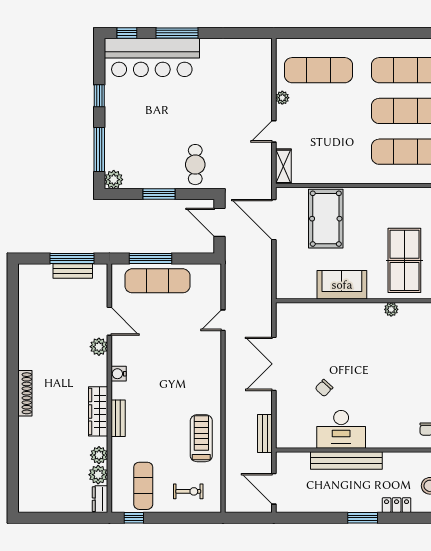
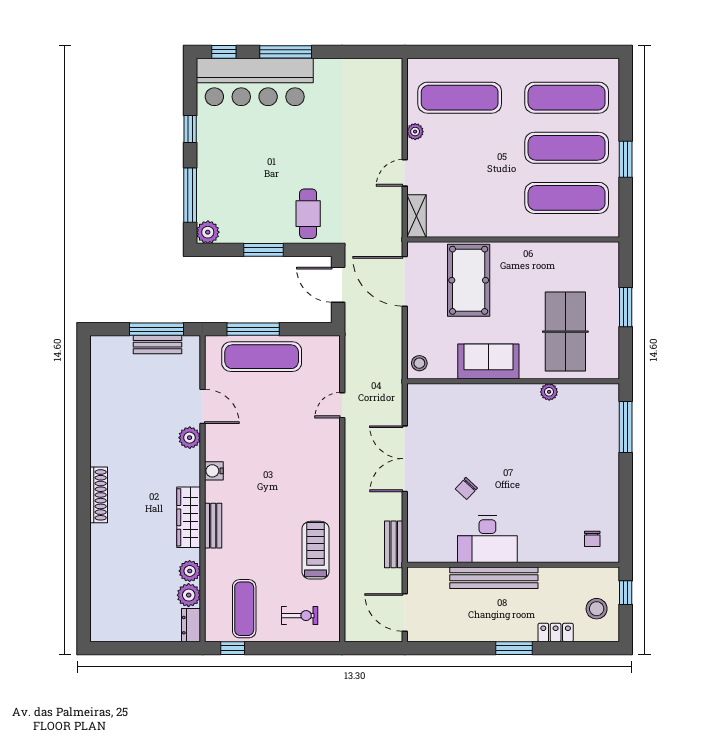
stool: (286, 286) -> (419, 363), added

